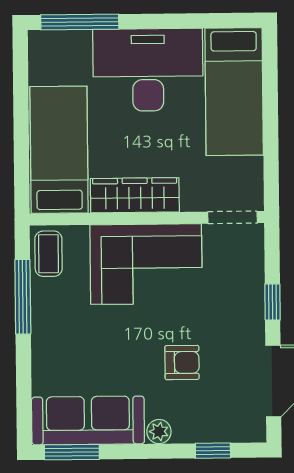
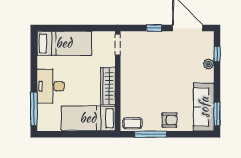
desk: (148, 70) -> (51, 86), width x0.73, depth x0.77
corner sofa: (146, 264) -> (137, 82), removed
armchair: (182, 362) -> (169, 120), moved, turned 90
plant: (159, 432) -> (209, 64), moved

